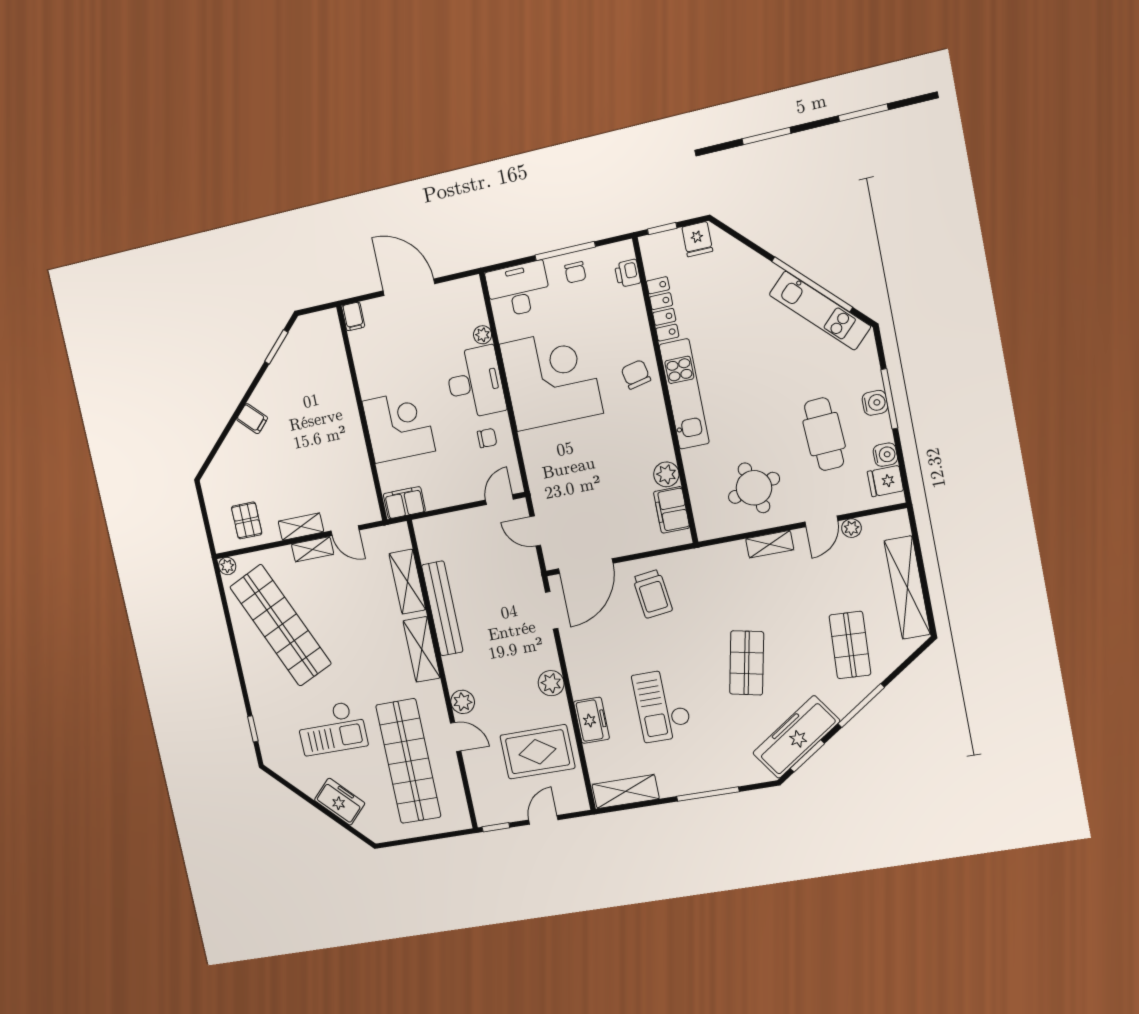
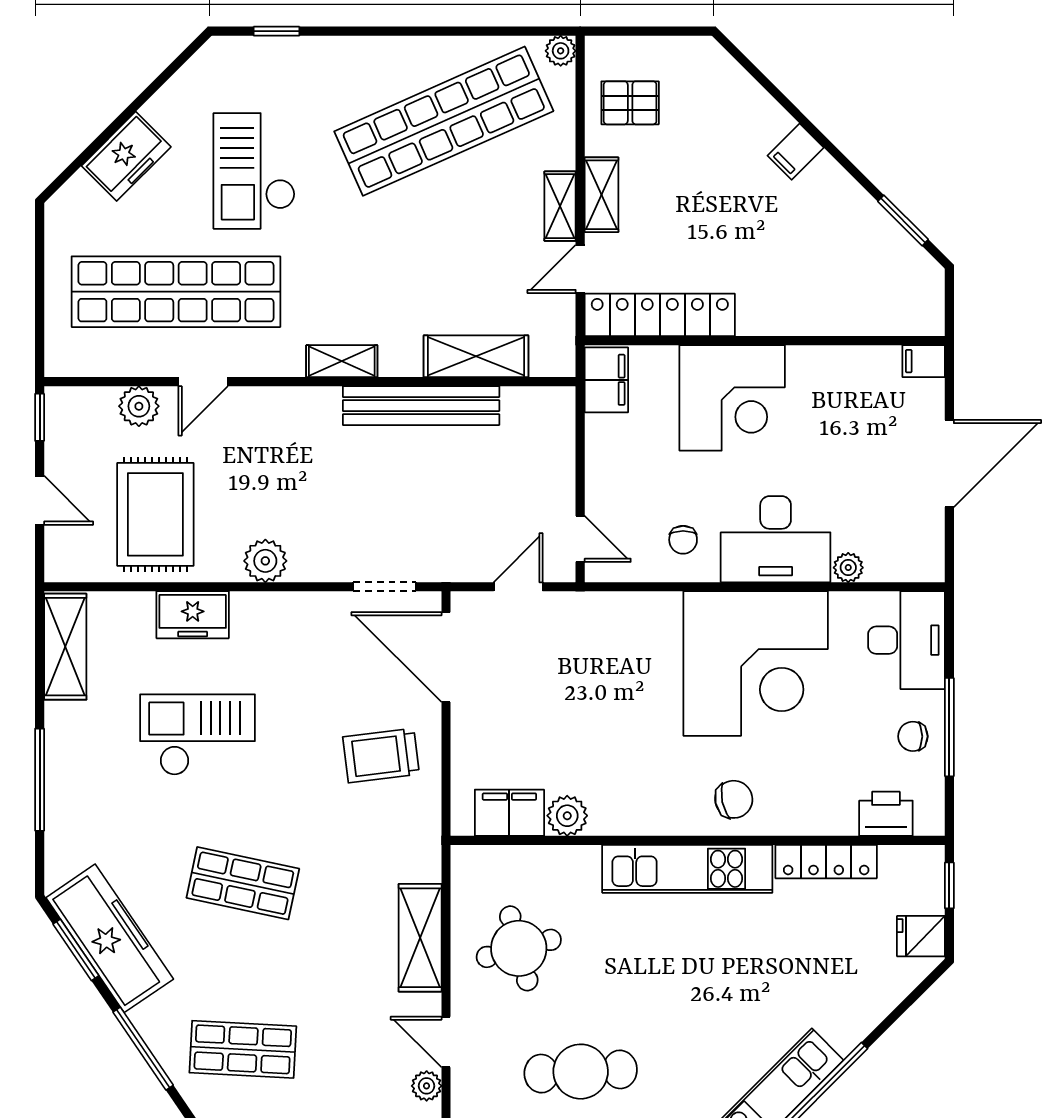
printer: (628, 273) -> (886, 814), width x1.36, depth x1.24
locker: (361, 479) -> (660, 315), added
shelving: (770, 544) -> (420, 938), width x1.50, depth x1.33
shelving: (422, 649) -> (342, 361), width x0.67, depth x0.75
plant: (463, 702) -> (139, 406), moved

